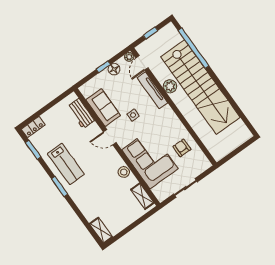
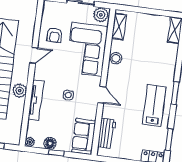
door: (142, 63) -> (34, 55), moved
sofa: (103, 108) -> (84, 136), moved
plant: (163, 193) -> (101, 15), added

